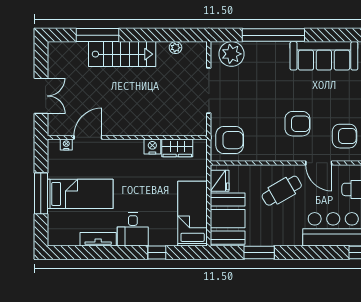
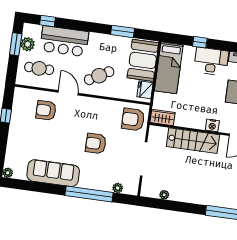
stairs: (122, 54) -> (193, 141), moved, turned 180
plant: (232, 54) -> (118, 188), width x0.53, depth x0.53
armchair: (297, 124) -> (96, 144), moved
nightstand: (152, 147) -> (212, 125), moved
wardrobe: (177, 148) -> (162, 117), moved
desk: (133, 230) -> (211, 61), width x1.37

